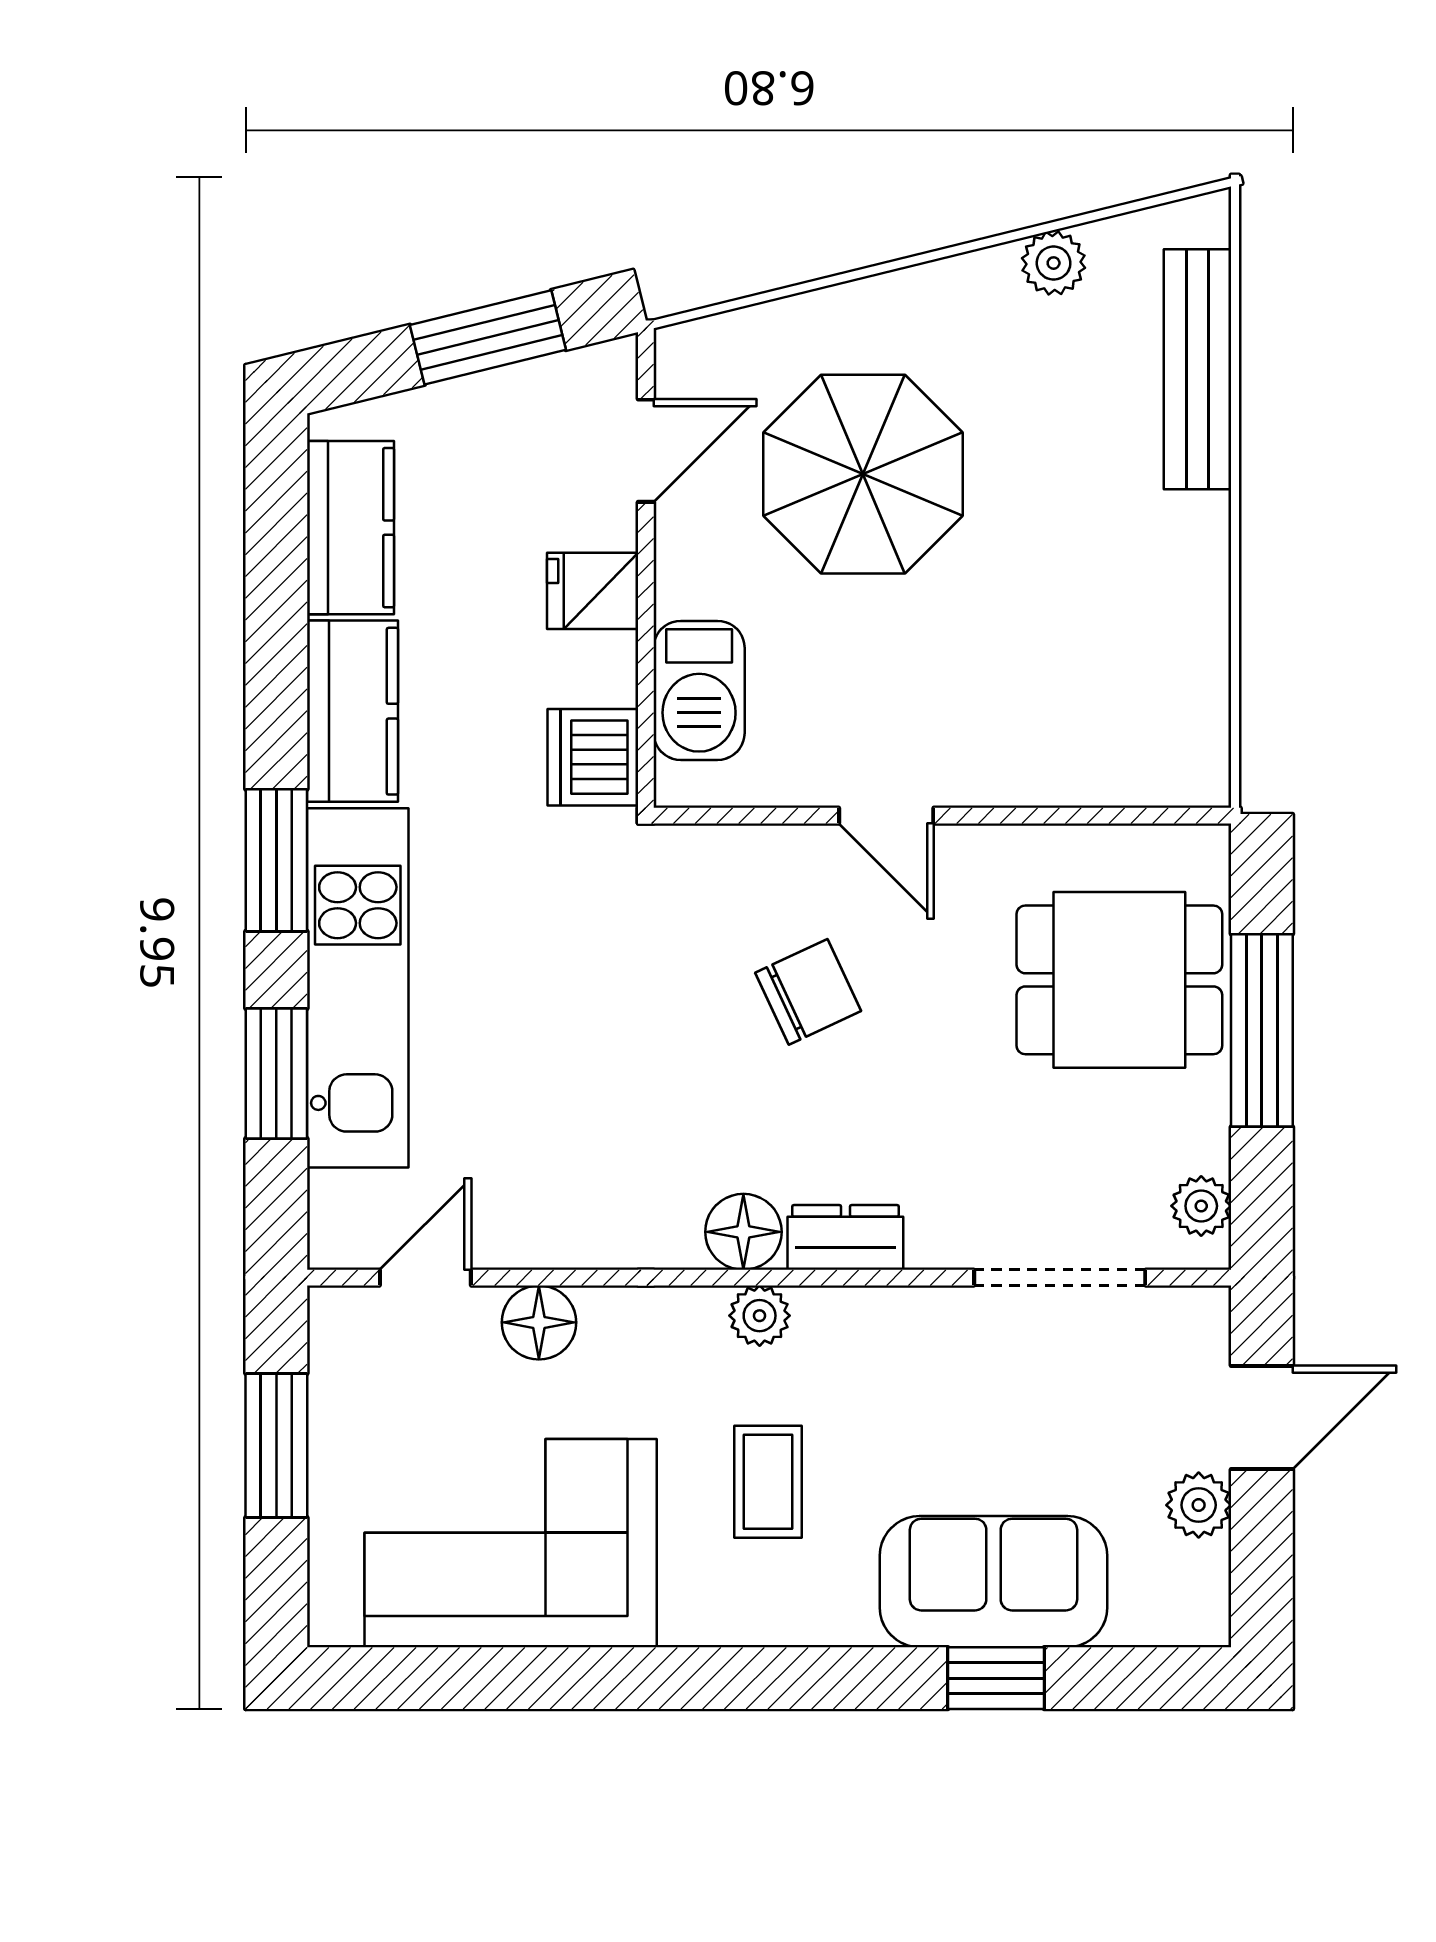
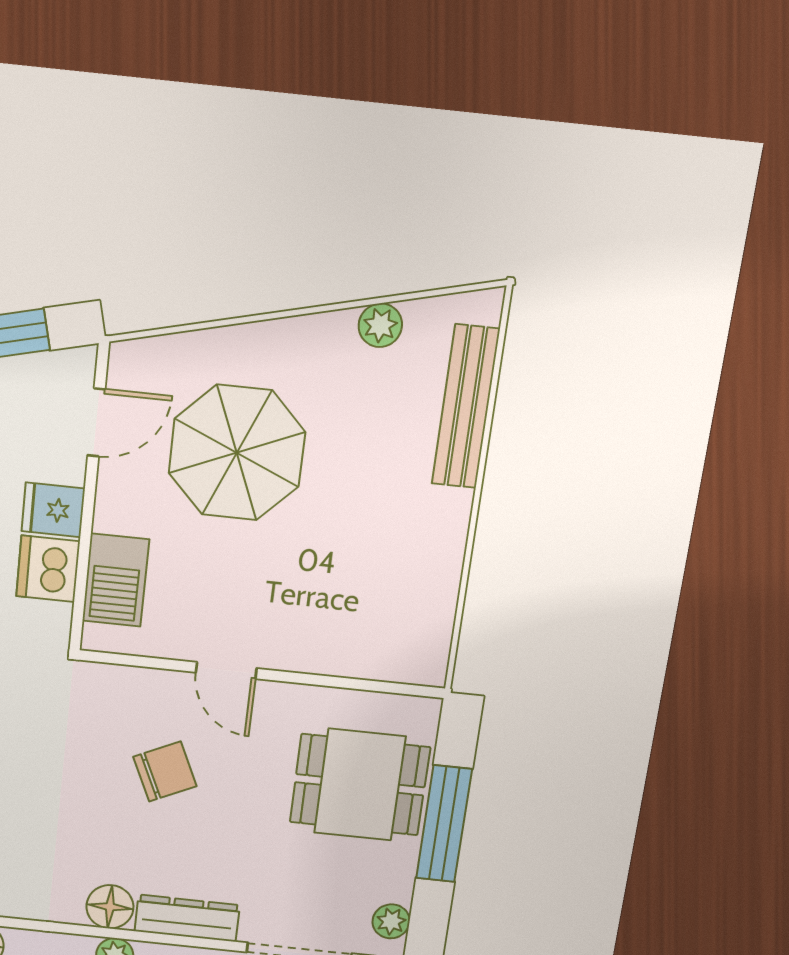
dishwasher: (593, 757) -> (48, 569), moved
dresser: (845, 1237) -> (187, 918), width x1.44

